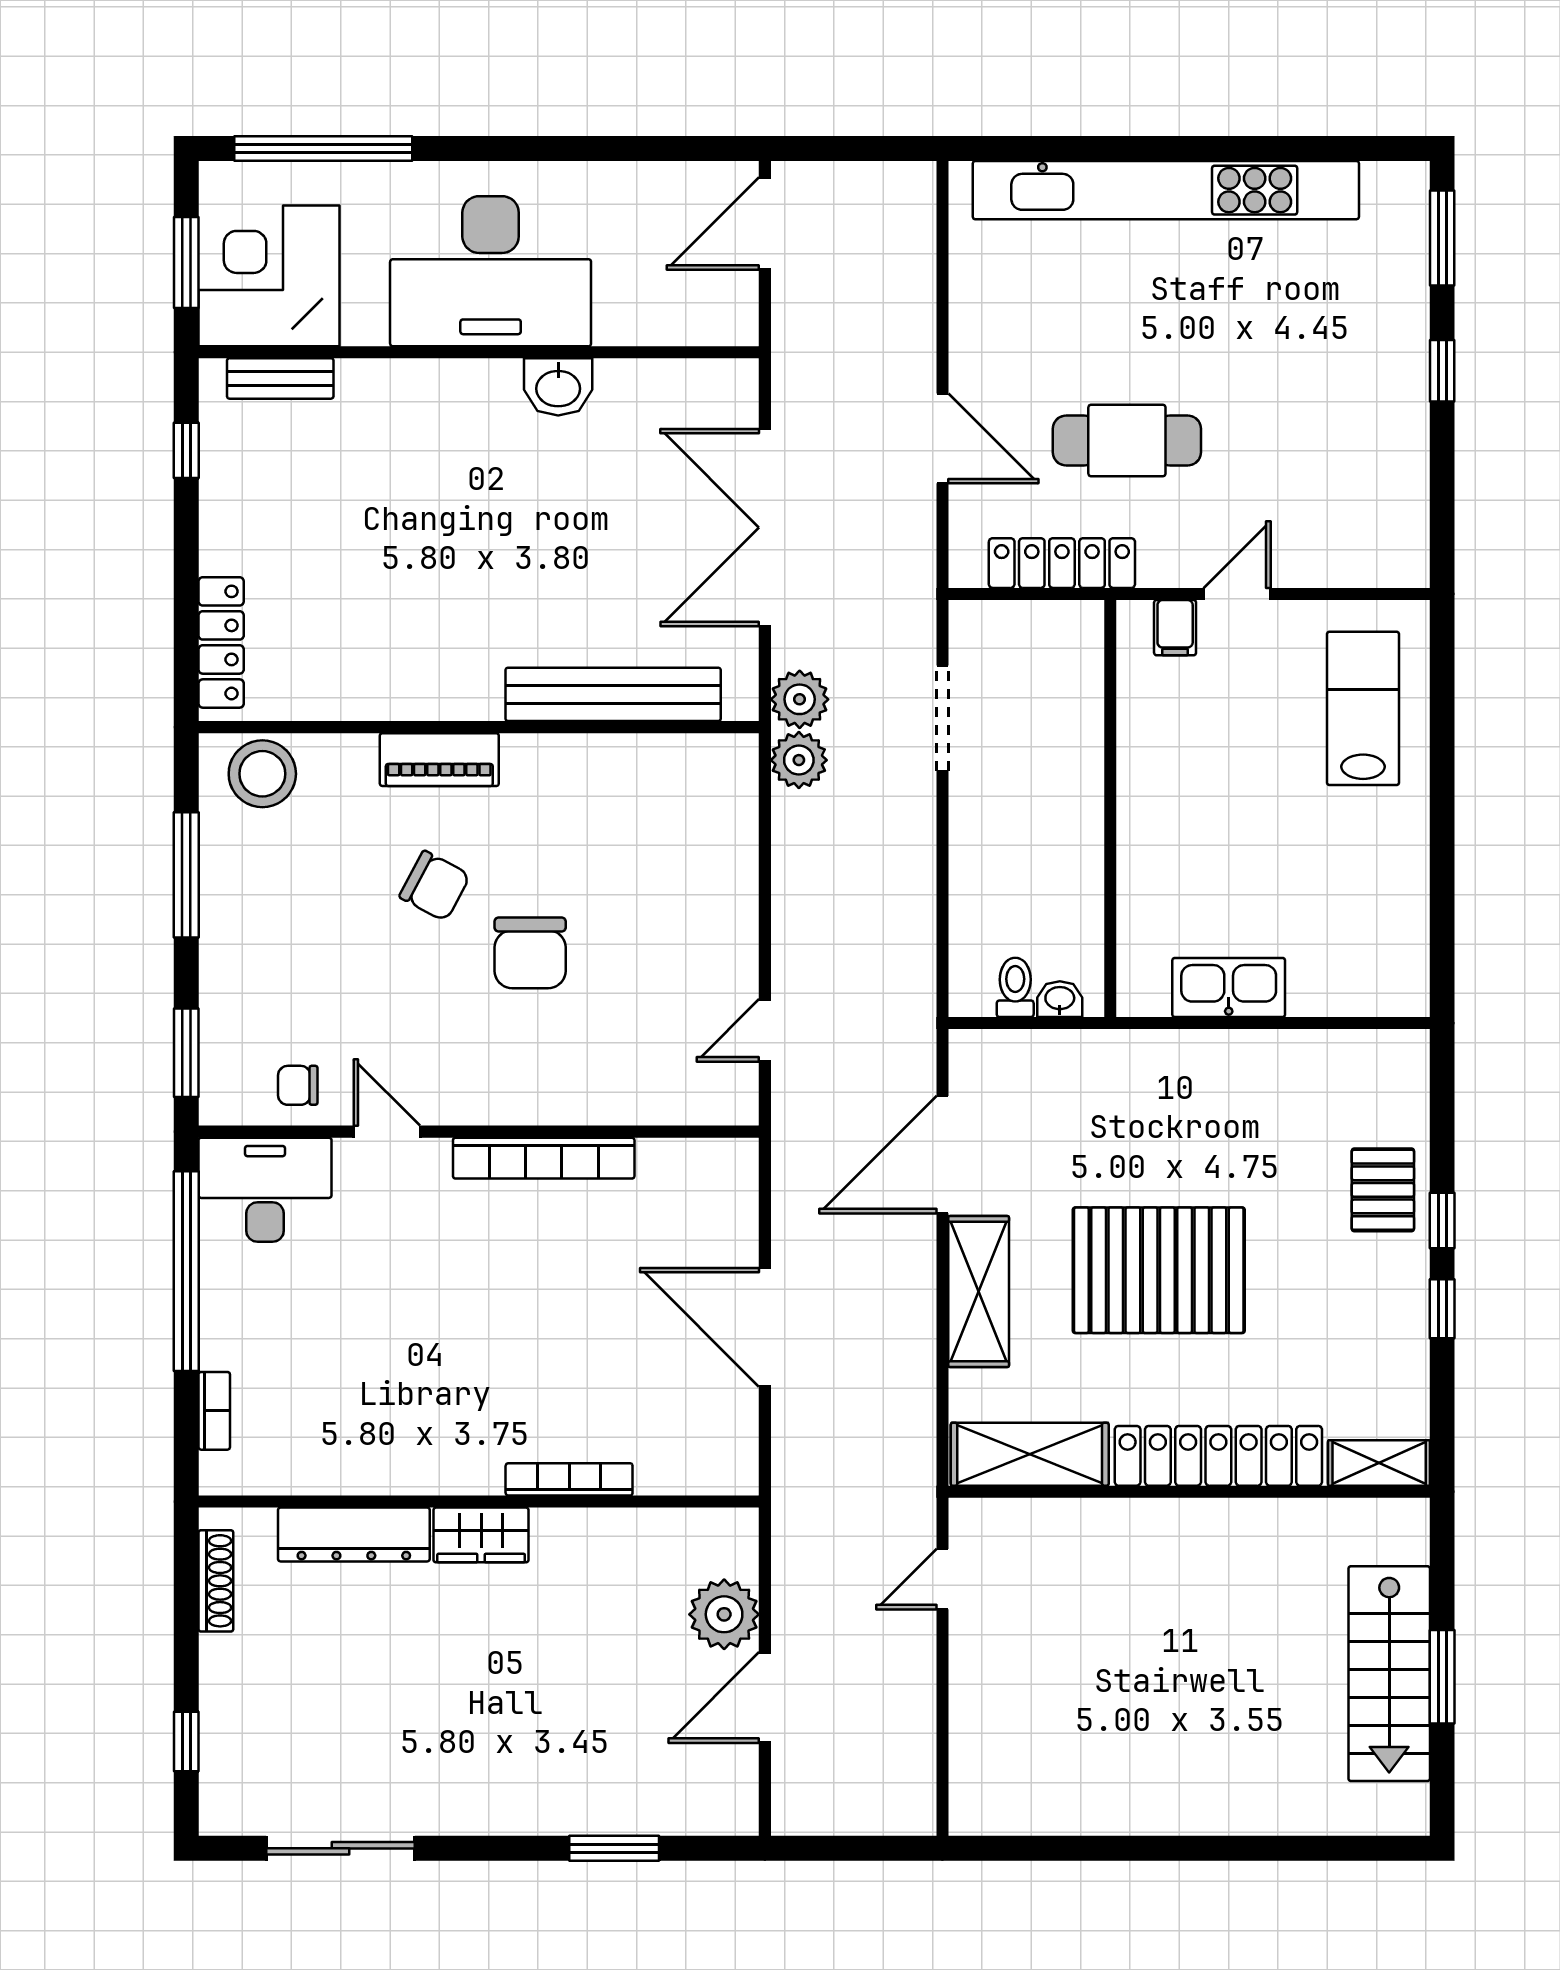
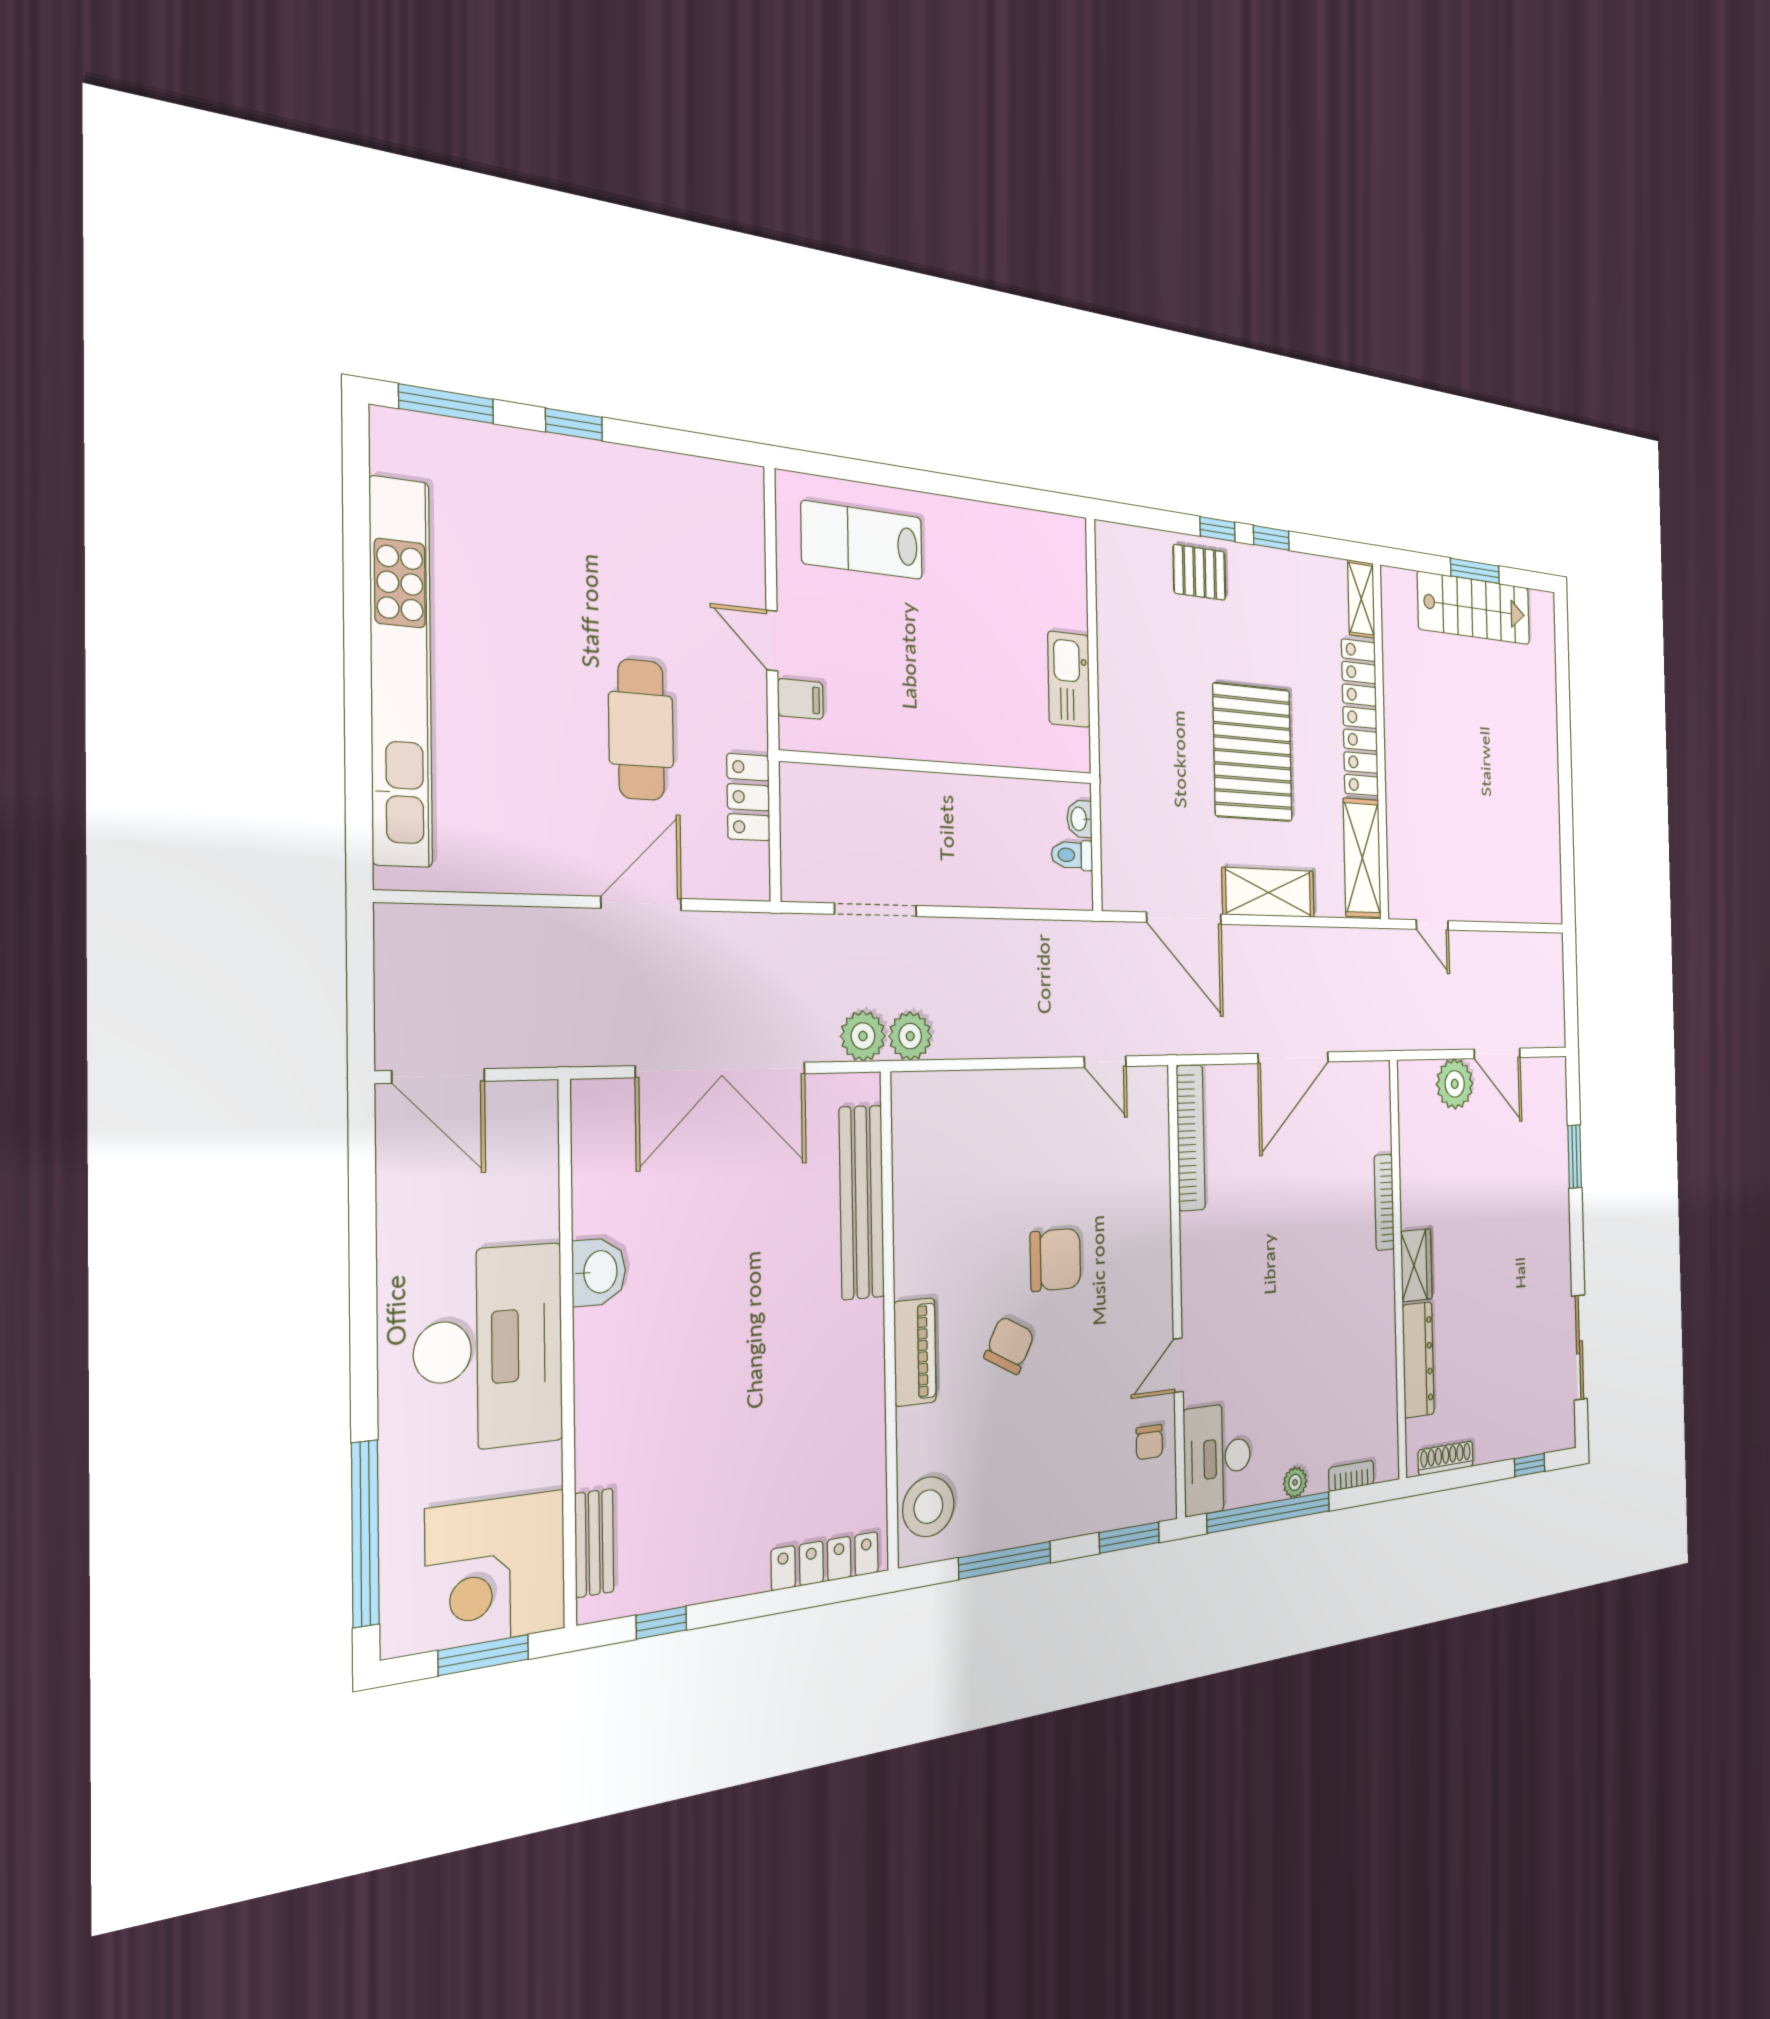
locker: (1062, 563) -> (748, 797), width x0.66
bookcase: (544, 1158) -> (1191, 1138), moved
plant: (218, 1315) -> (1295, 1482), added

